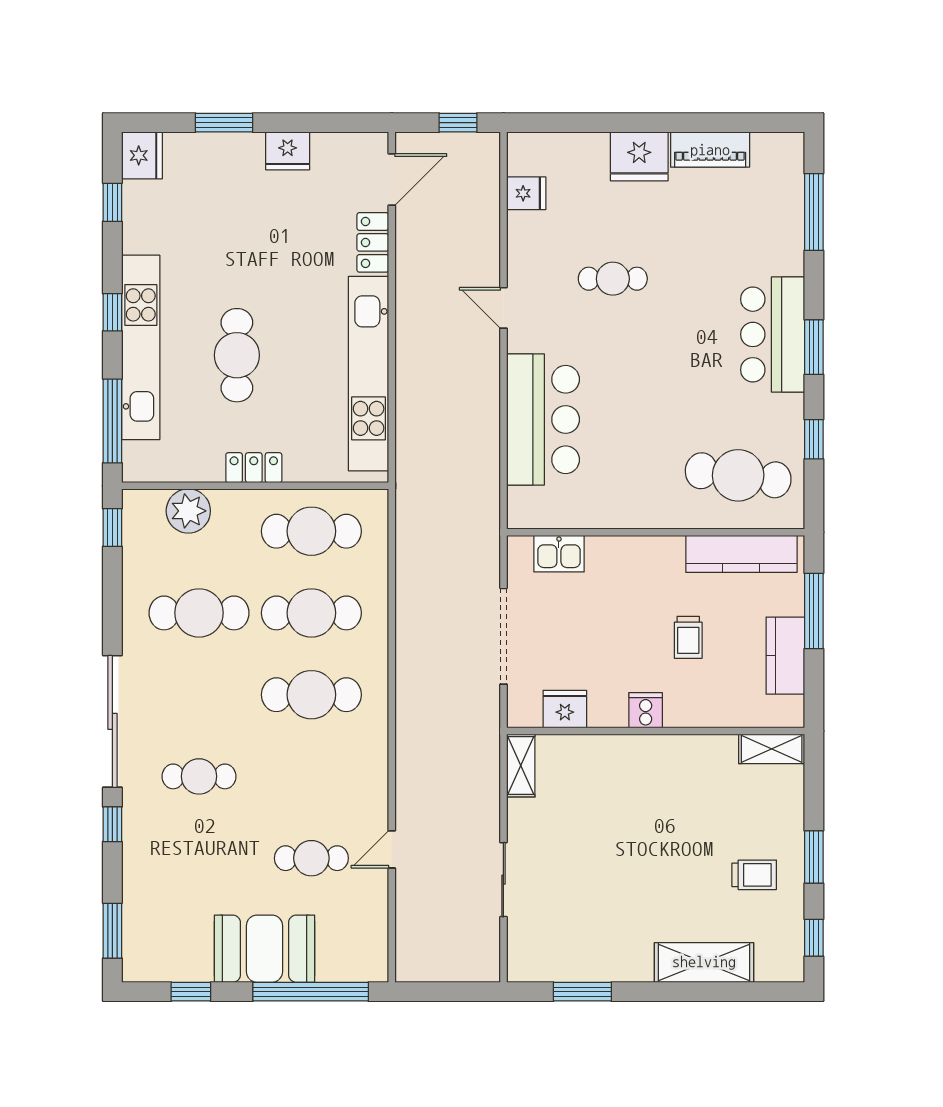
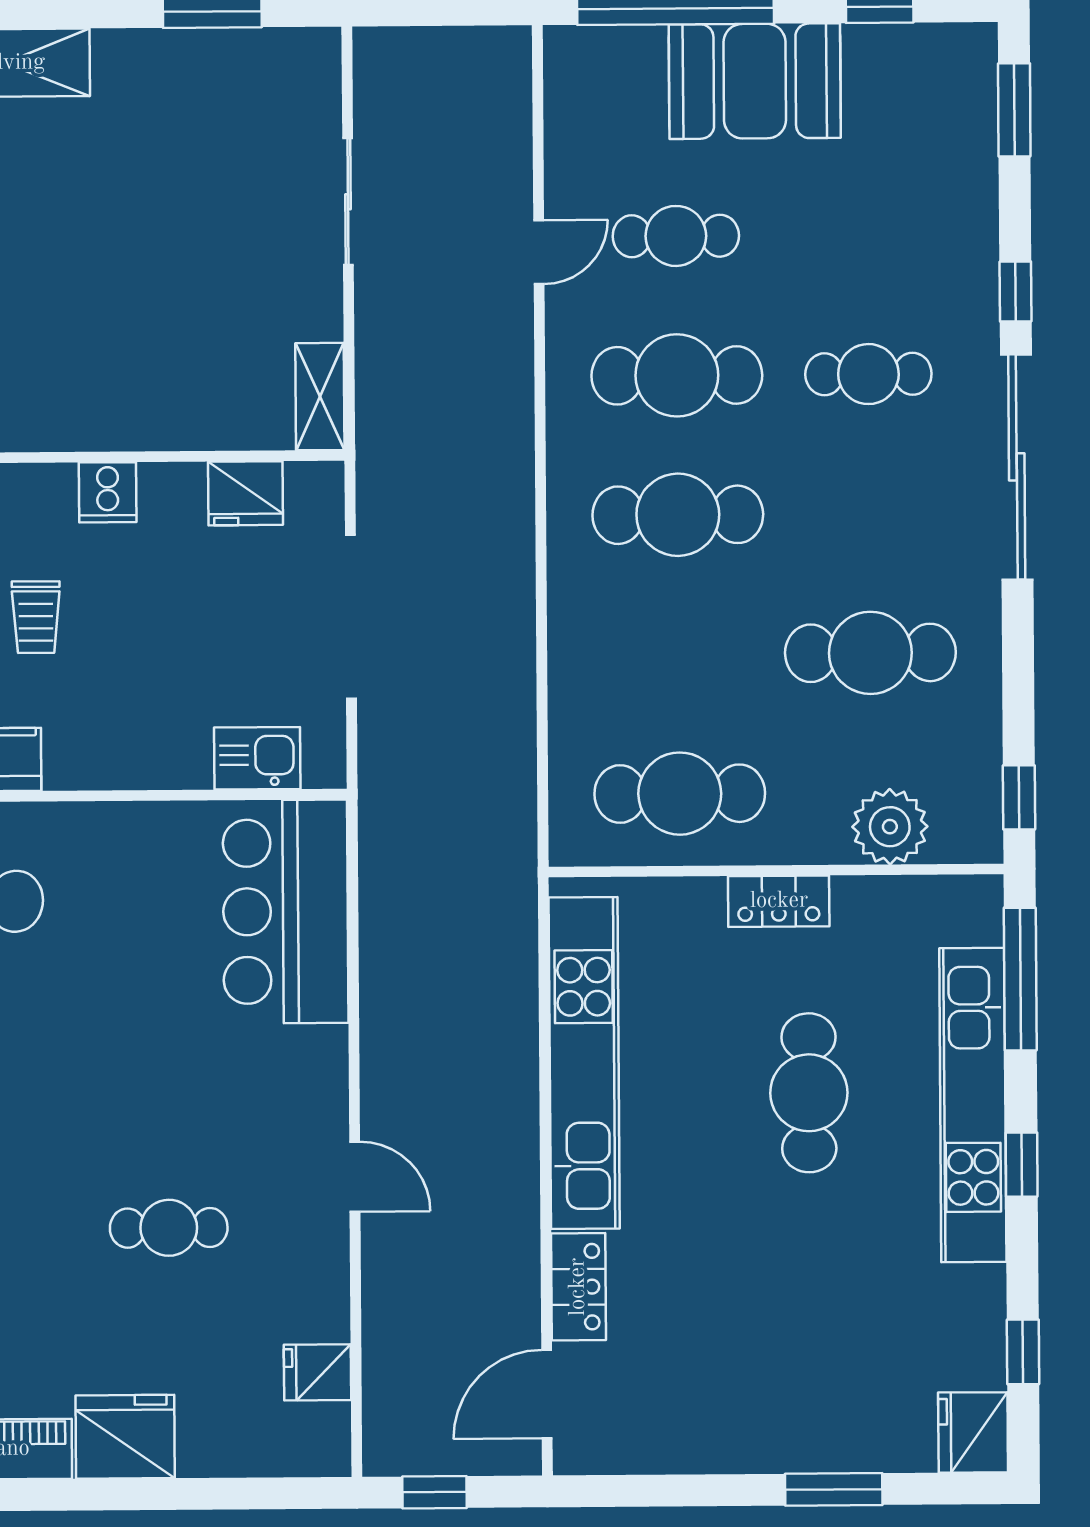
fridge: (288, 151) -> (725, 1442), removed
bar counter: (543, 420) -> (286, 912), moved
cafe table: (311, 613) -> (677, 375), moved
trolley: (688, 637) -> (36, 617), turned 180

